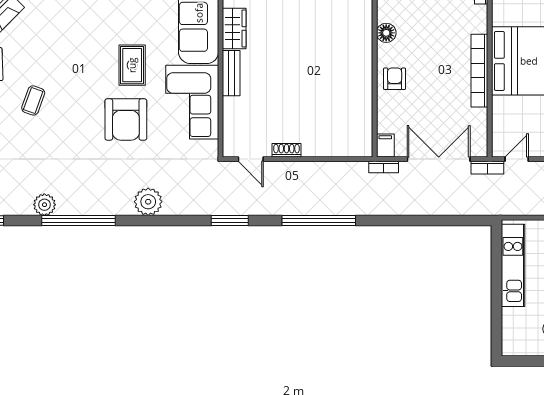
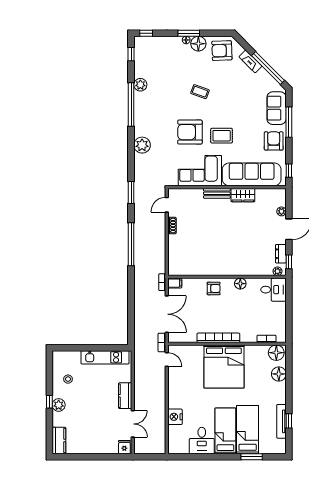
coffee table: (33, 100) -> (200, 92), moved

